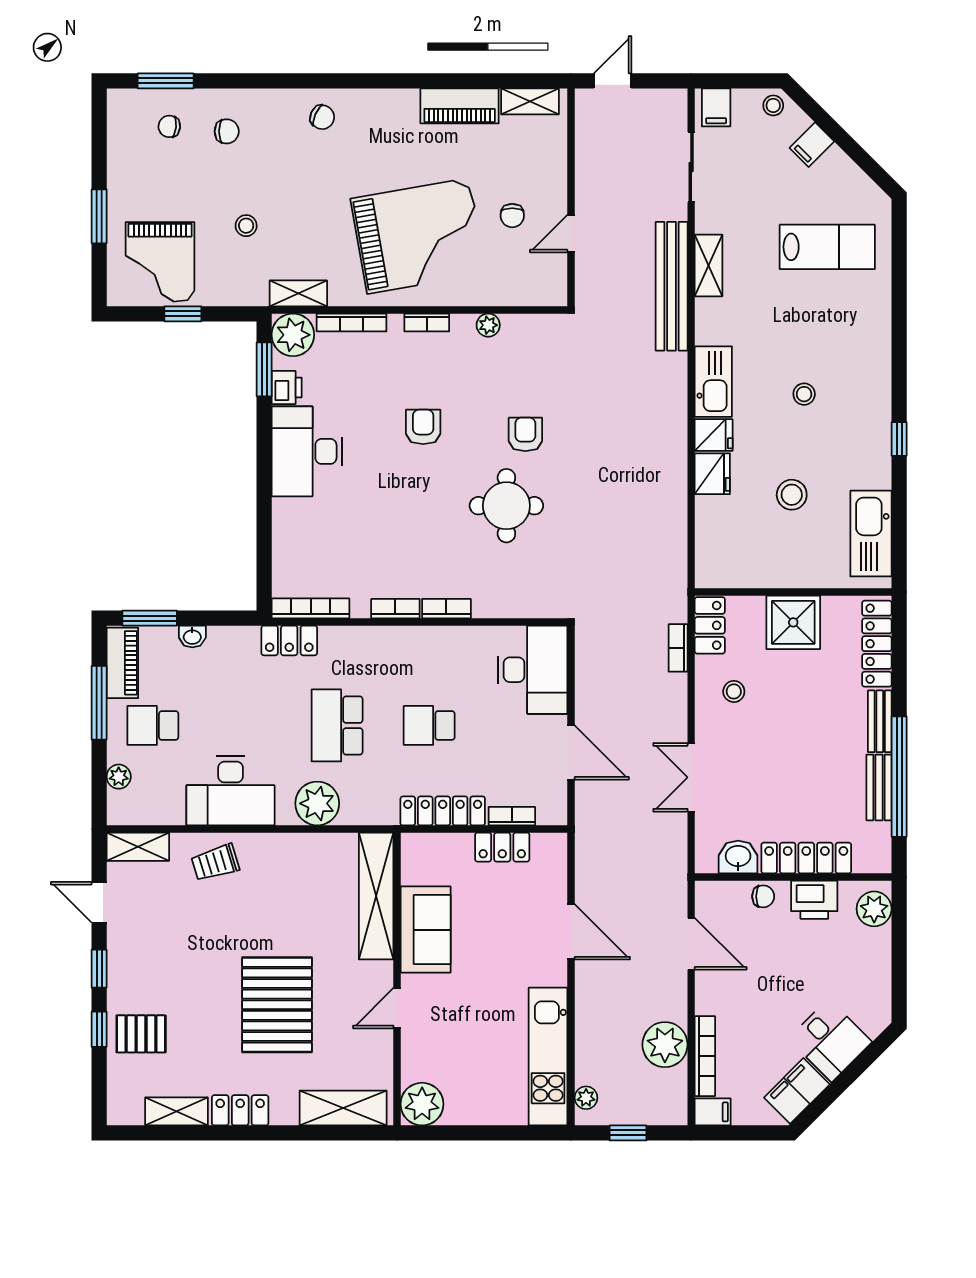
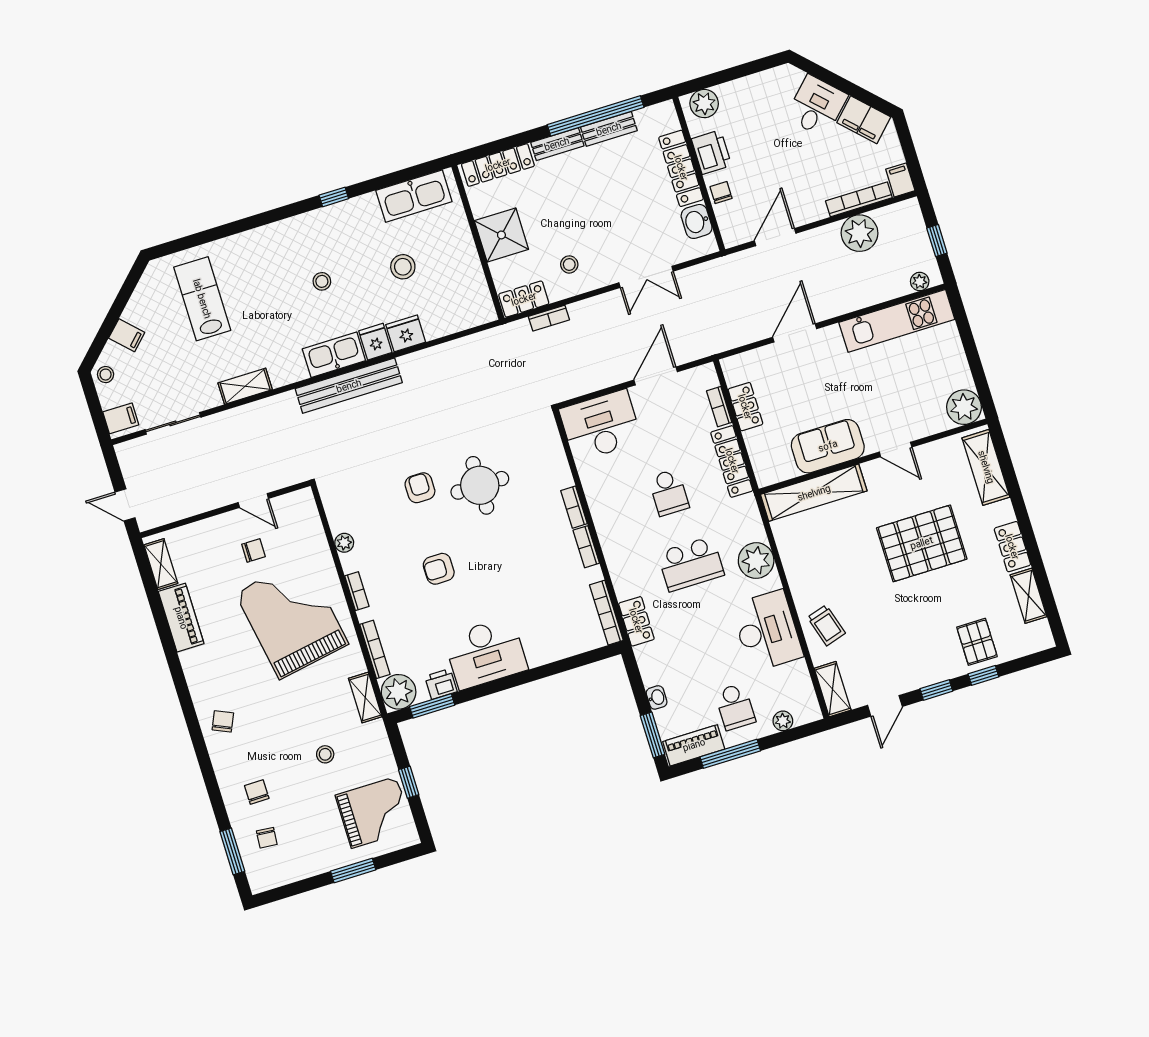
bench: (672, 286) -> (349, 386), moved
armchair: (525, 434) -> (420, 488), turned 90

